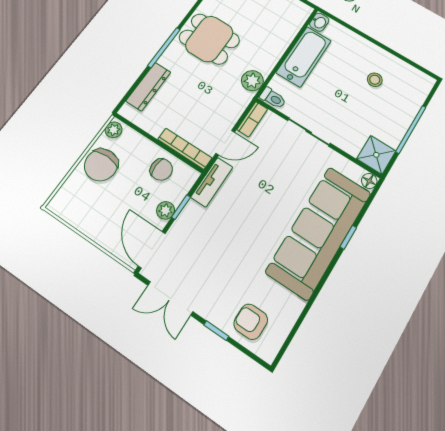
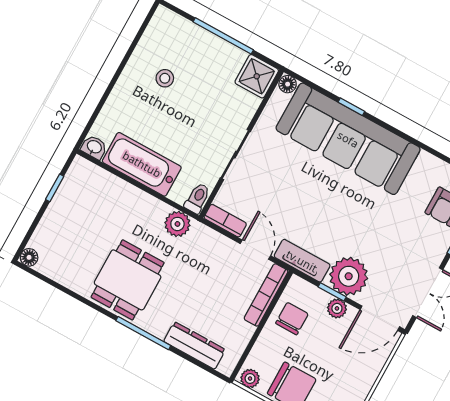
plant: (194, 223) -> (349, 276), added

